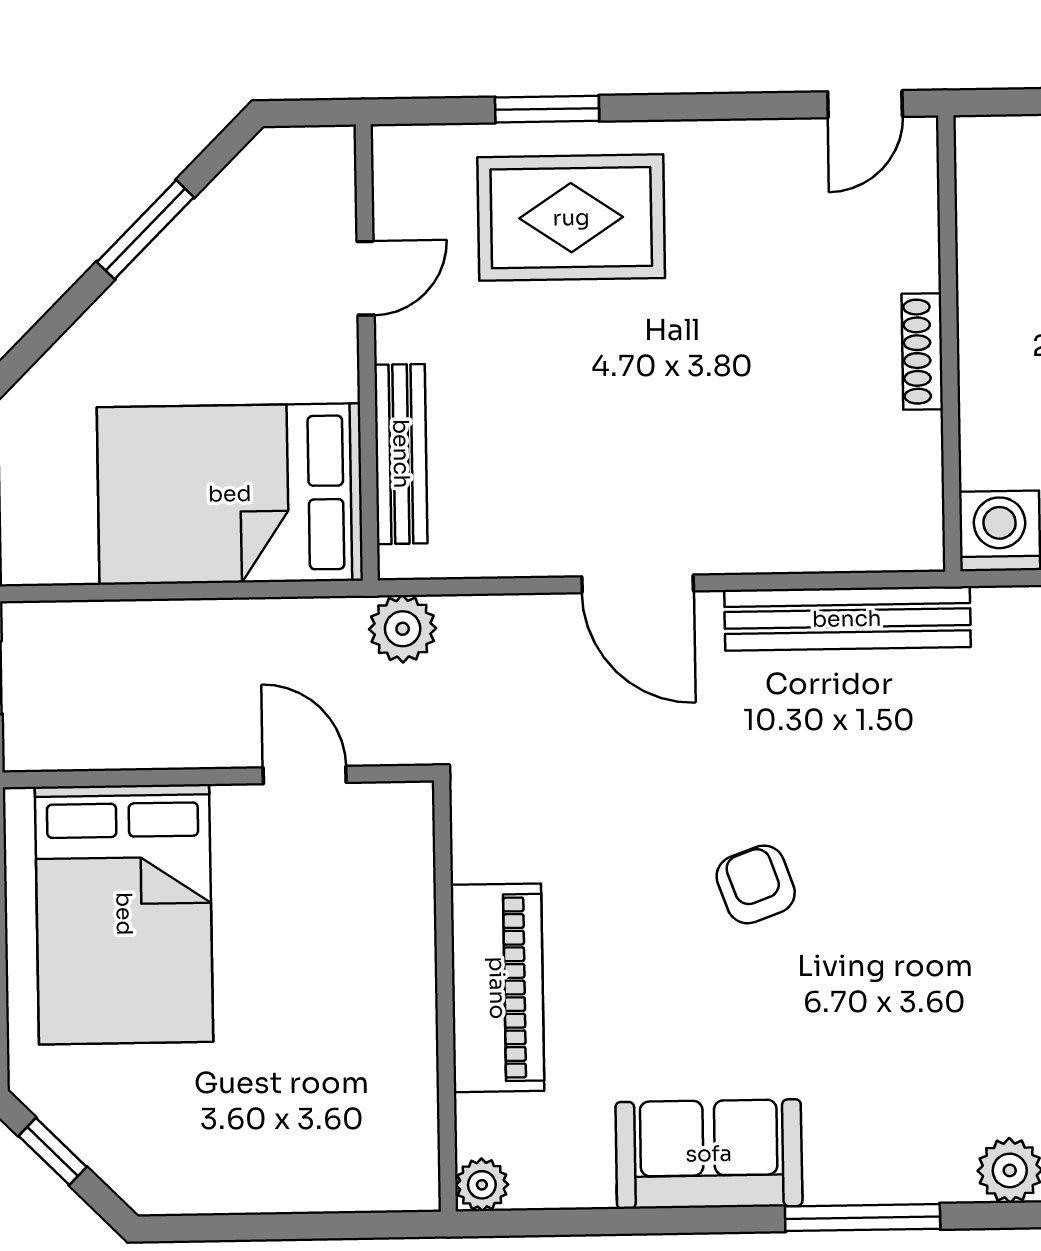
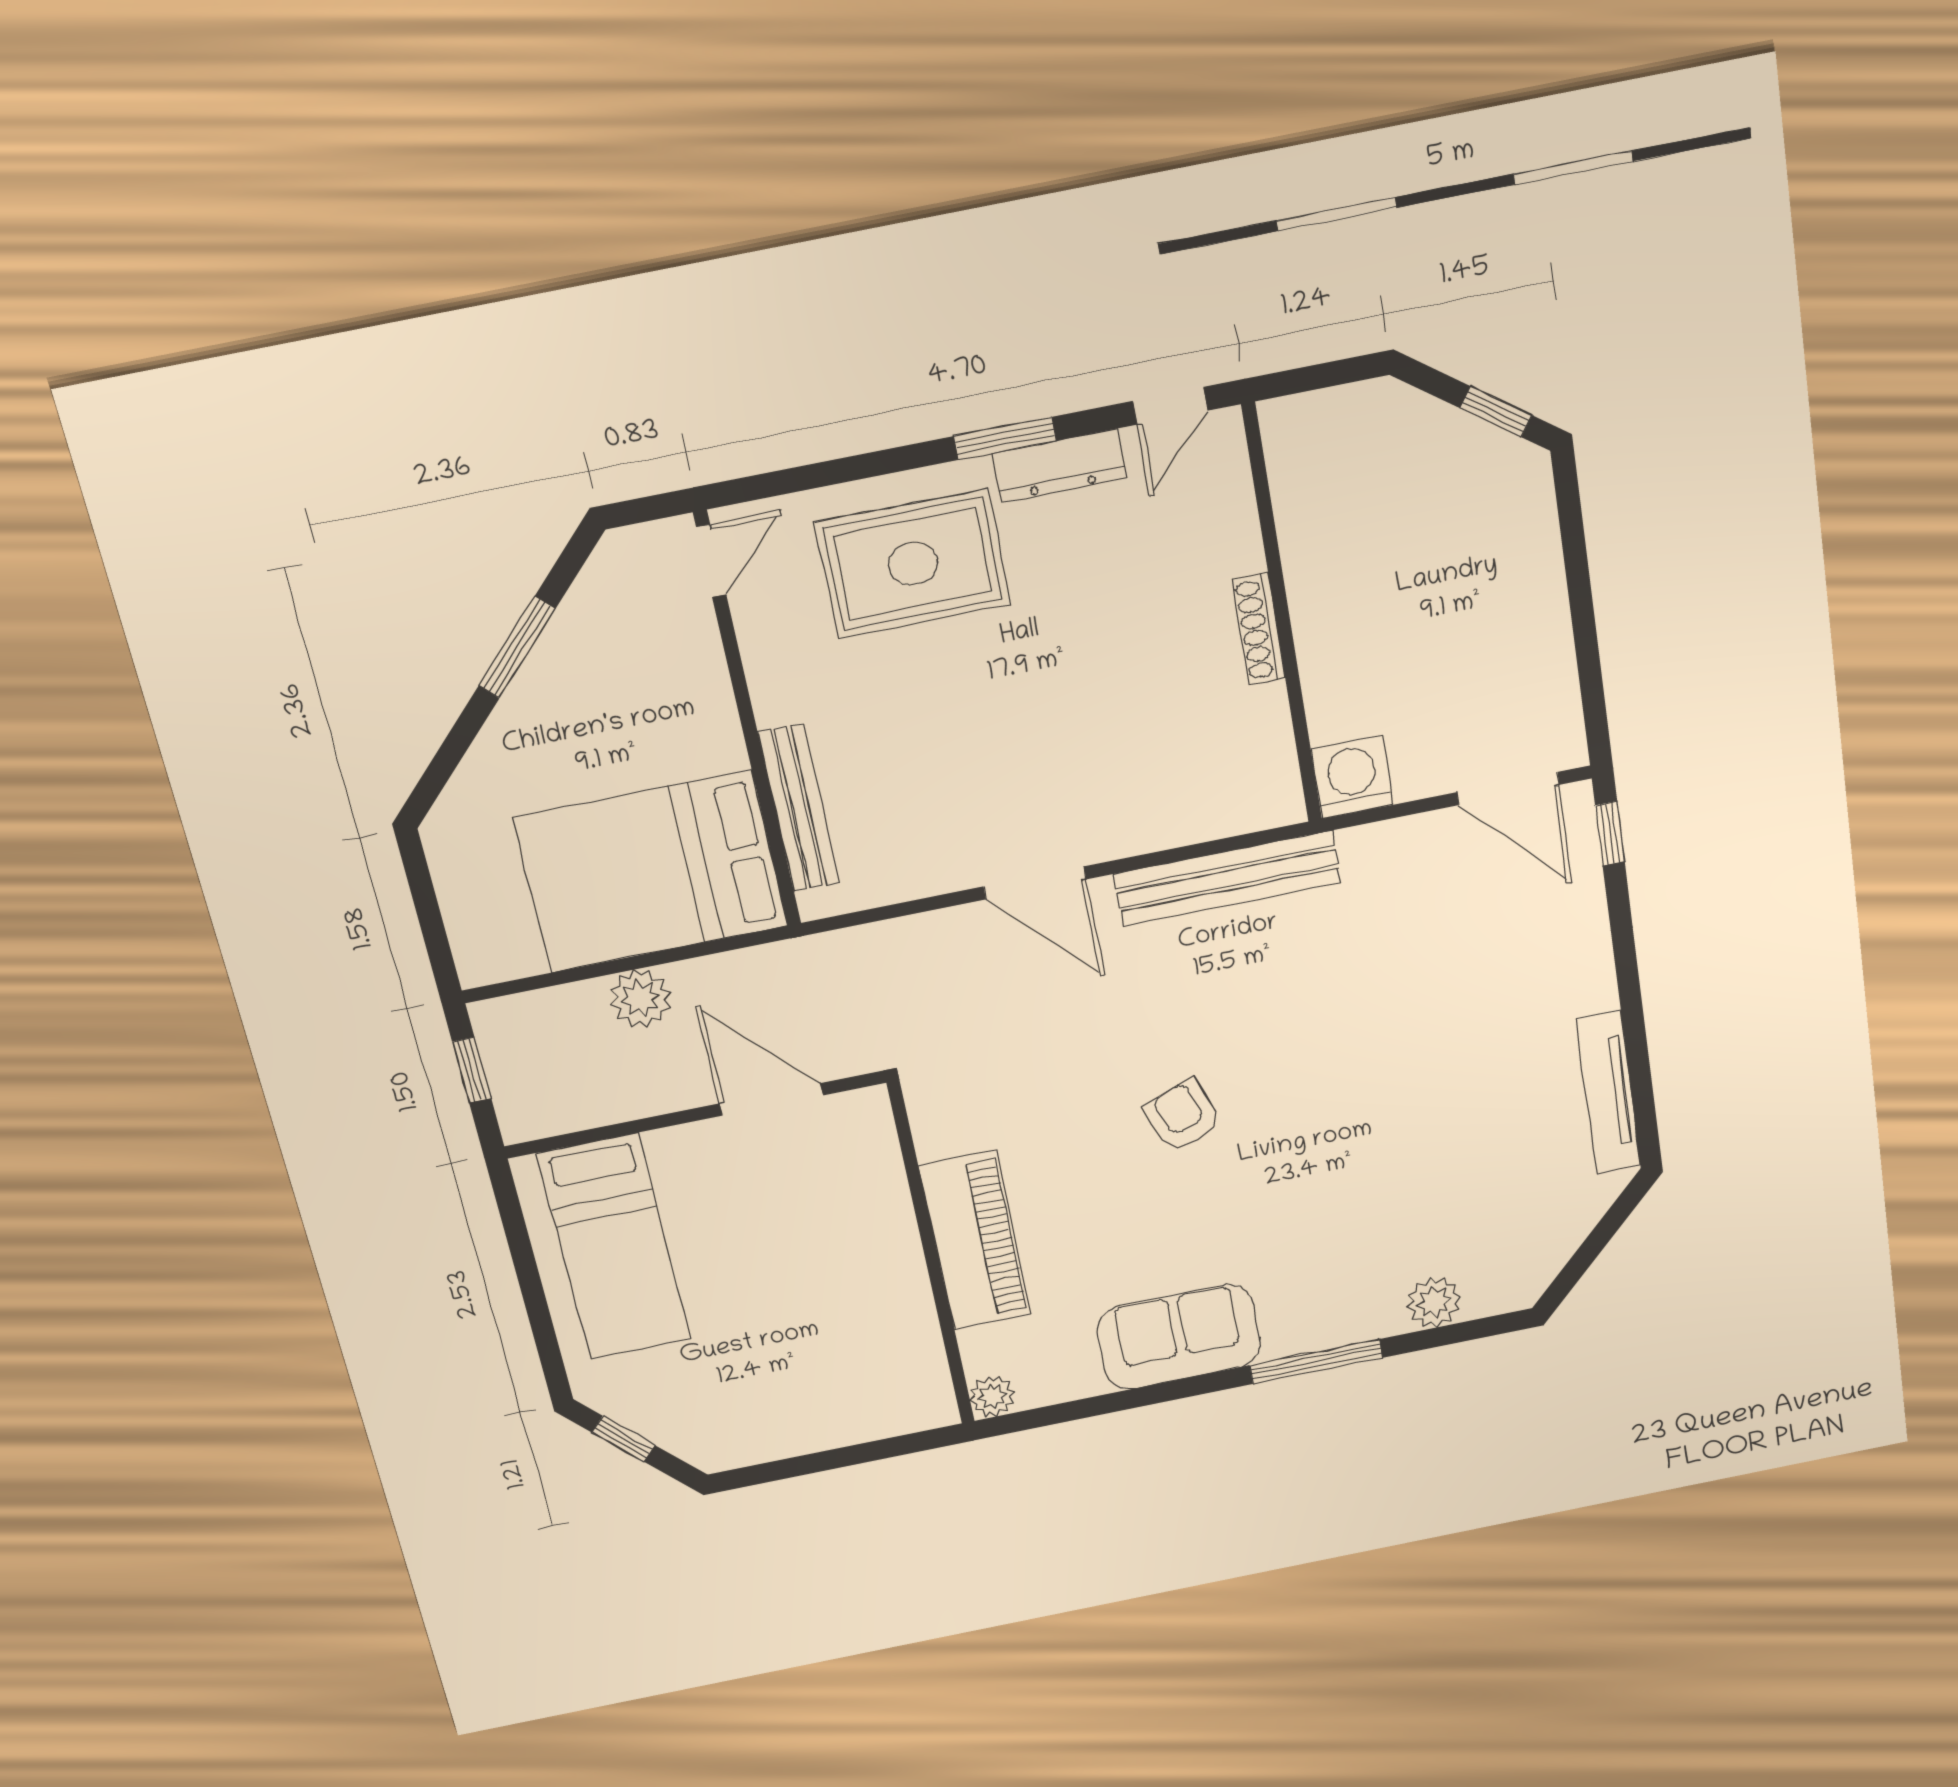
window: (547, 109) -> (1005, 438), moved
dresser: (741, 145) -> (1059, 466), added
door: (366, 278) -> (711, 561), moved
plant: (403, 629) -> (641, 998), moved
door: (305, 775) -> (771, 1099), width x1.38
bed: (124, 914) -> (614, 1247), width x0.67

